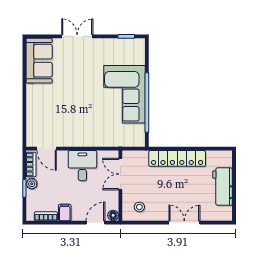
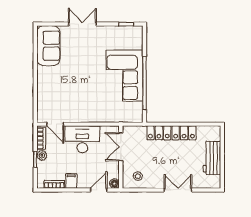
desk: (82, 166) -> (82, 139), width x1.37

